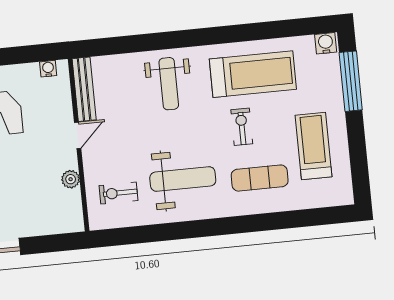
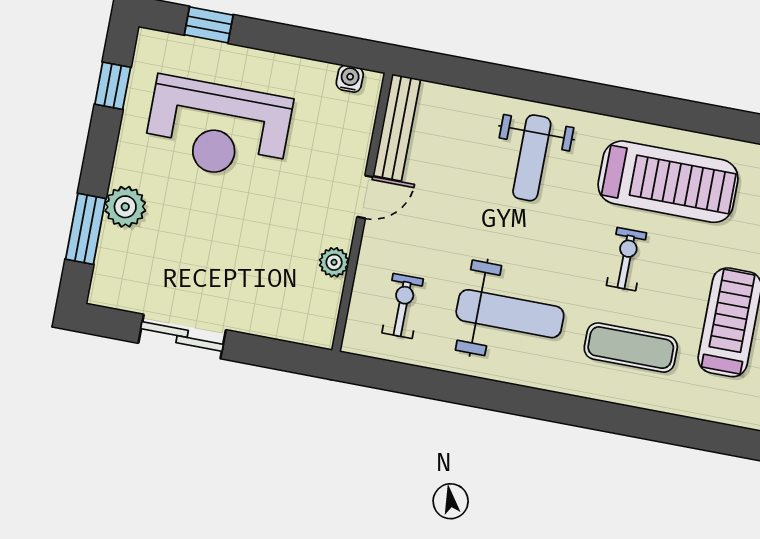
exercise bike: (118, 193) -> (403, 306), turned 90

